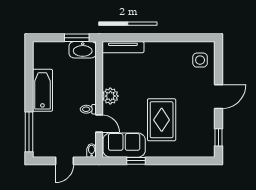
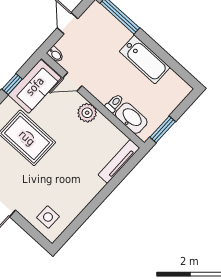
washbasin: (83, 50) -> (131, 118), moved, turned 90
toilet: (88, 109) -> (114, 103), moved

